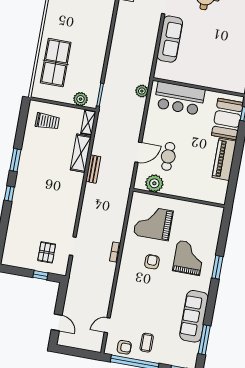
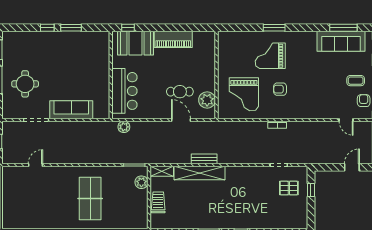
table tennis table: (56, 63) -> (90, 199), moved, turned 90
trolley: (47, 121) -> (158, 202), moved
shelving: (81, 153) -> (200, 173), width x1.47
sofa: (194, 316) -> (341, 41), moved

